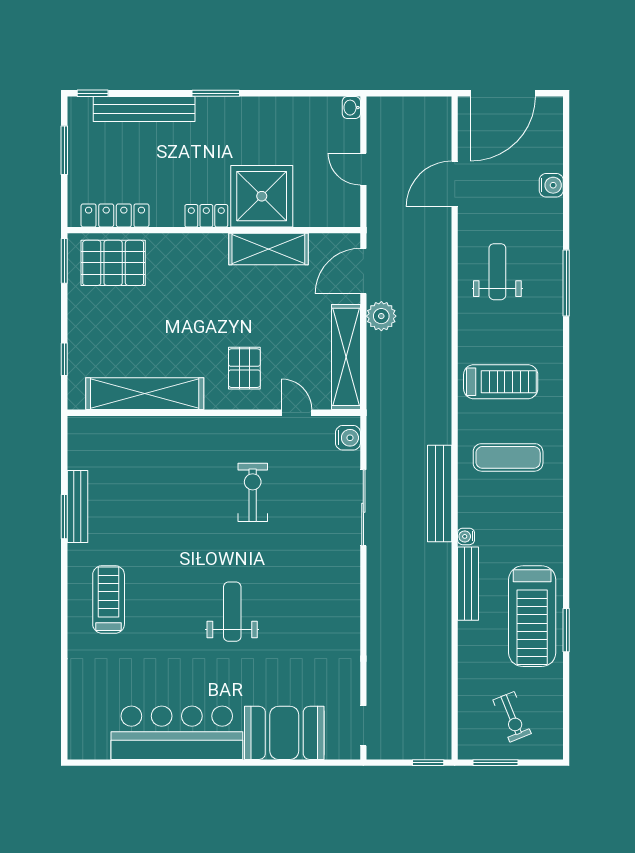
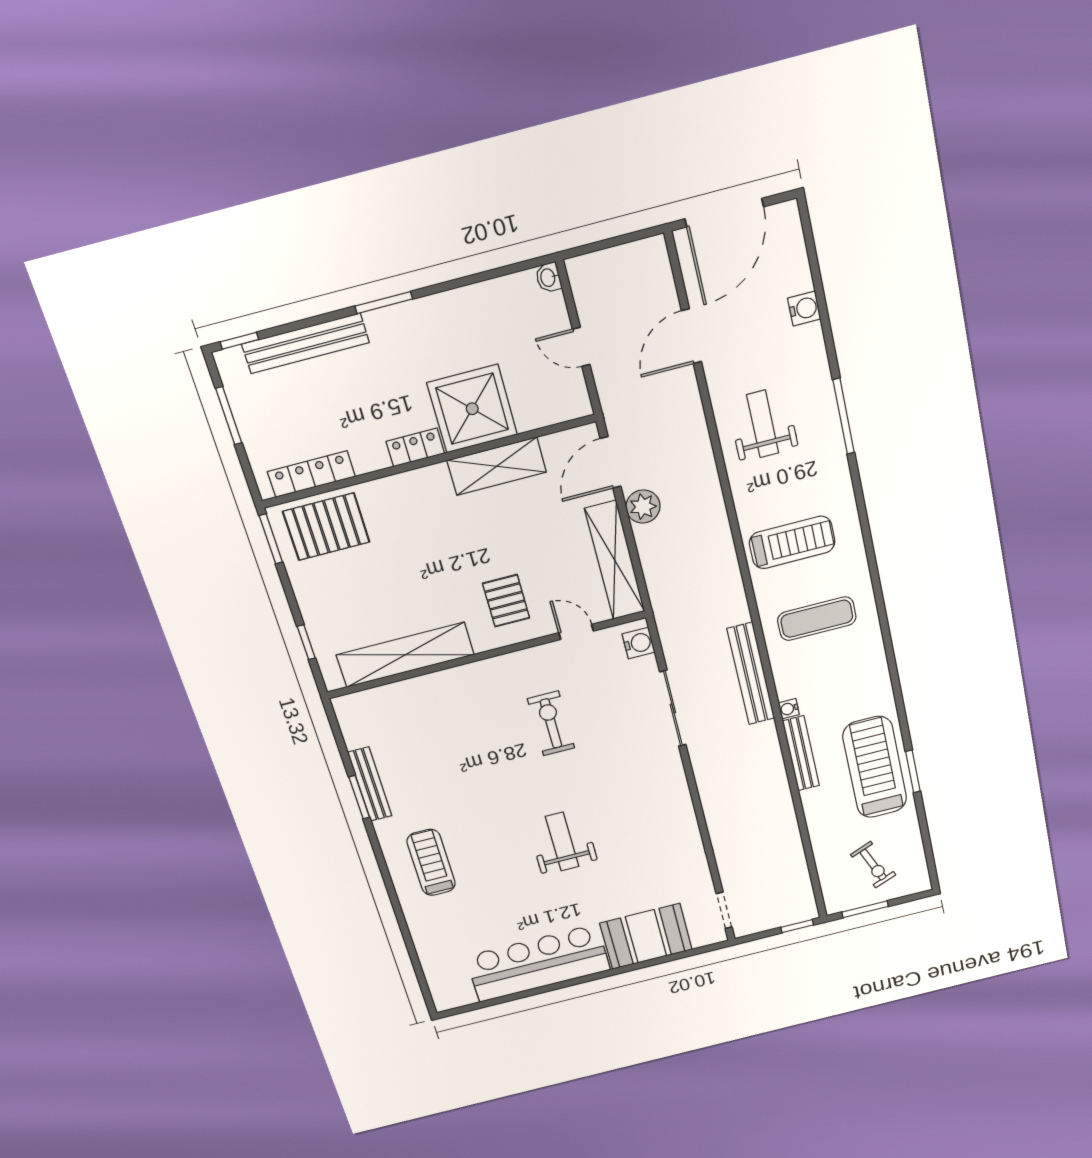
treadmill: (532, 616) -> (875, 767), turned 180

